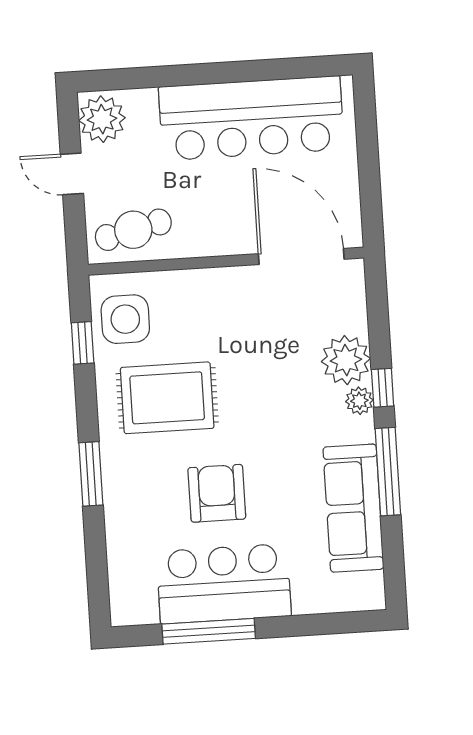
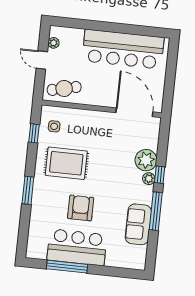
plant: (102, 119) -> (54, 43), width x0.53, depth x0.53
side table: (125, 319) -> (54, 126), width x0.54, depth x0.54
sofa: (353, 508) -> (138, 224), width x0.73

